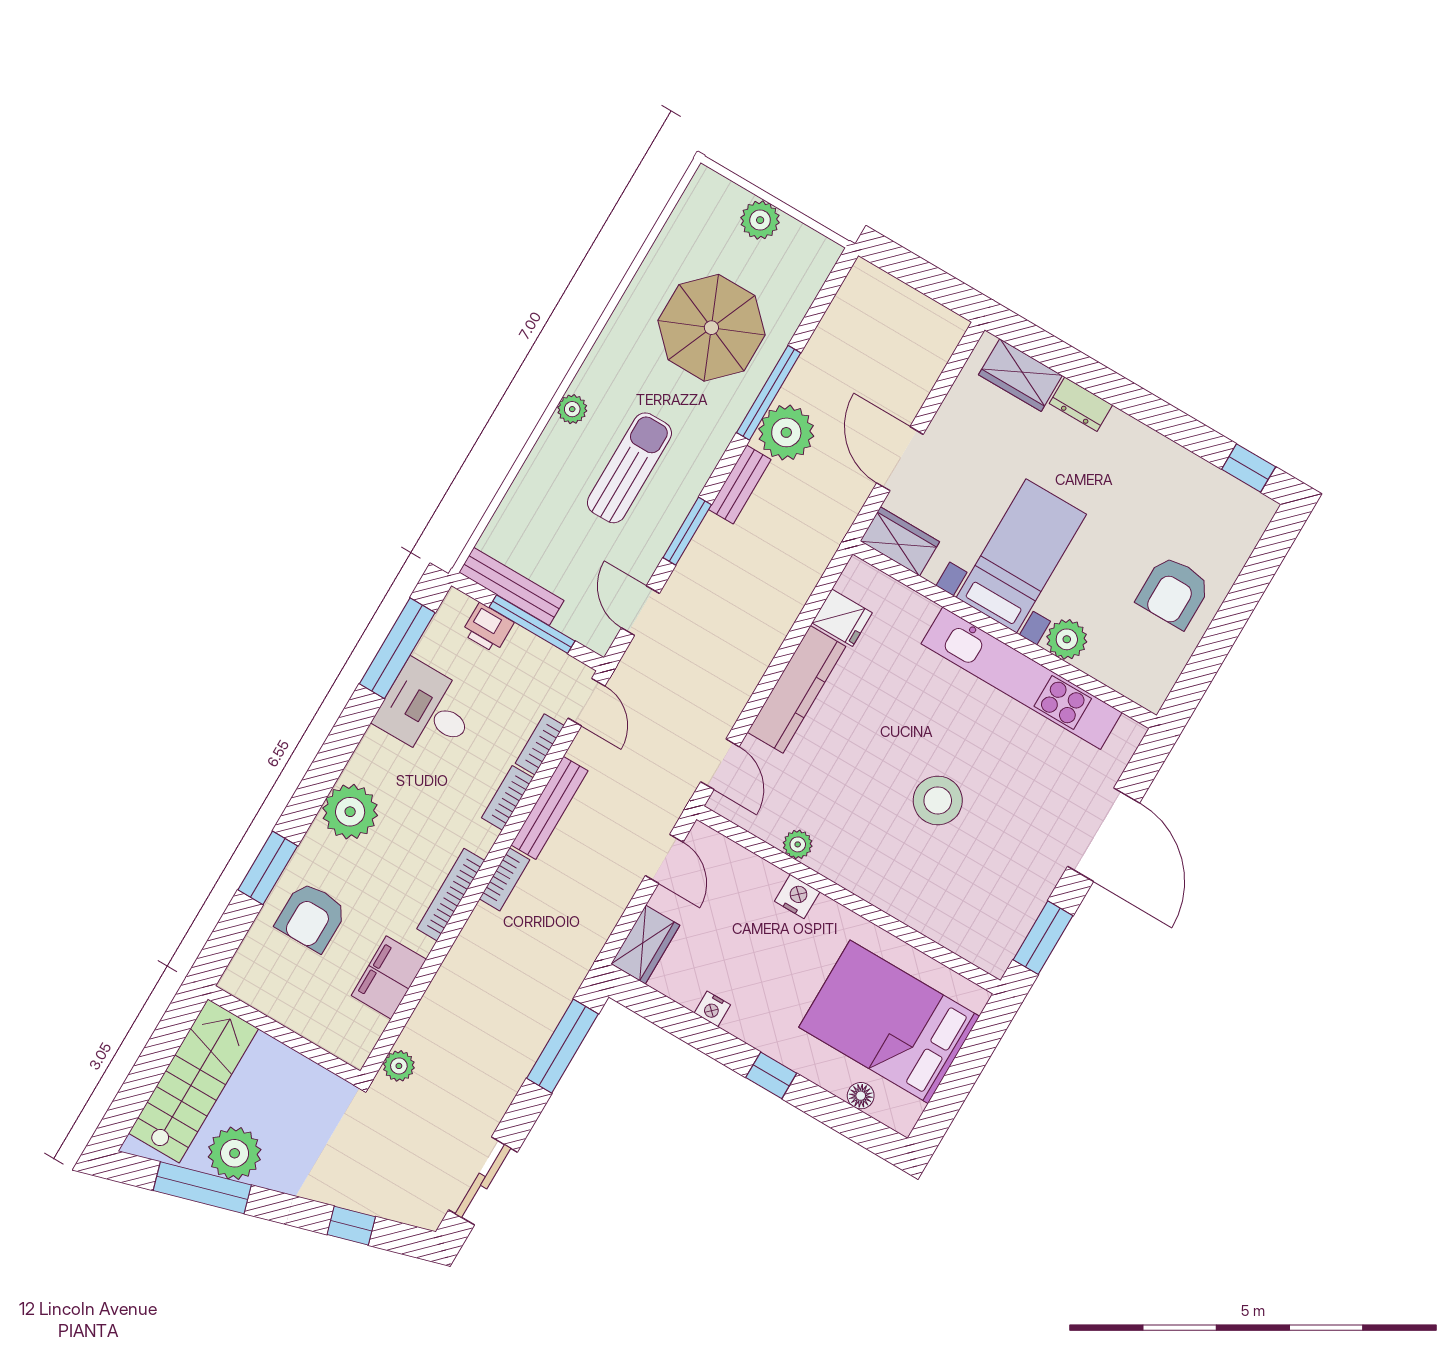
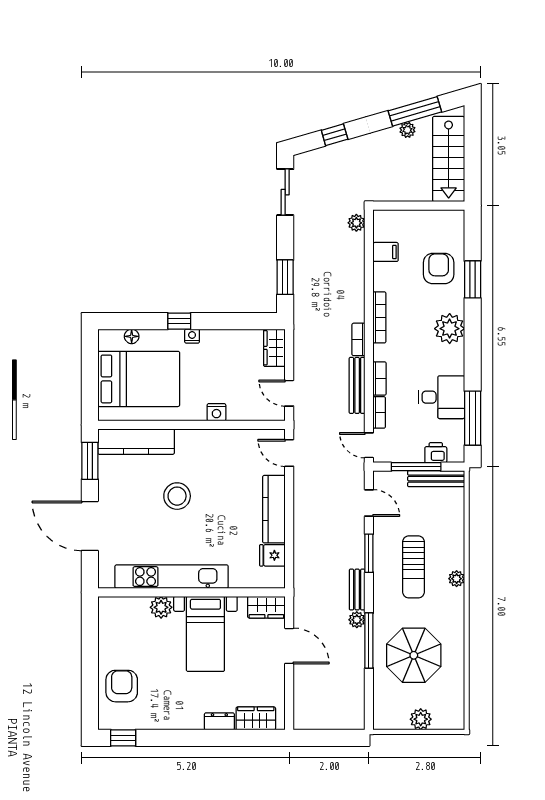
plant: (786, 432) -> (357, 620), width x0.53, depth x0.53
armchair: (1174, 592) -> (122, 686), moved
plant: (798, 844) -> (231, 437), removed
kitchen counter: (952, 925) -> (136, 442), added
filing cabinet: (389, 977) -> (386, 252), width x0.50
nightstand: (712, 1009) -> (192, 336), moved
window: (562, 1046) -> (285, 277), width x0.69
plant: (235, 1153) -> (407, 130), width x0.53, depth x0.53

